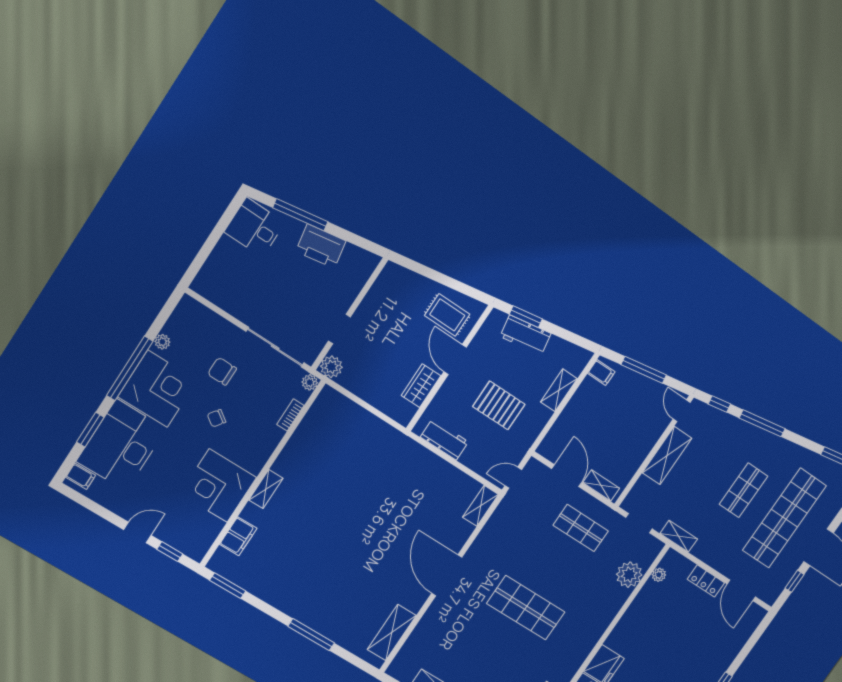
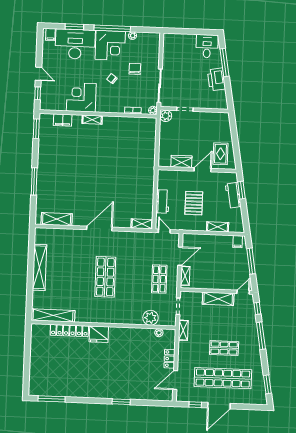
workbench: (444, 439) -> (163, 202), moved

